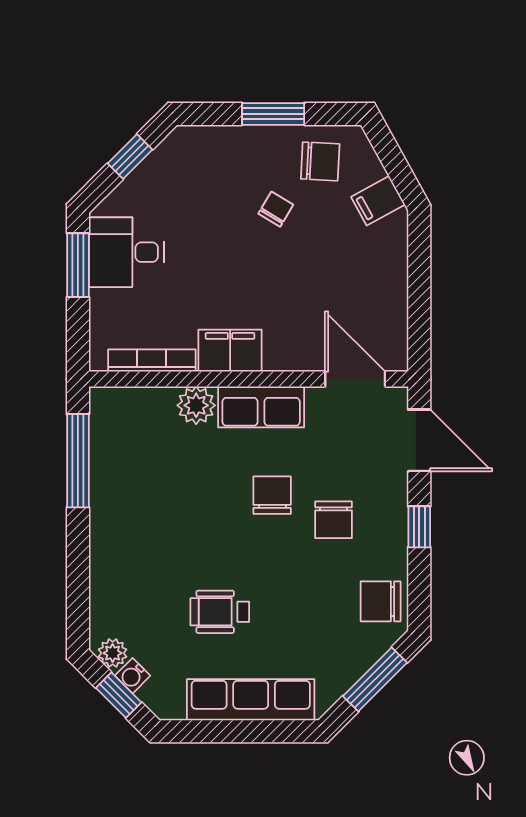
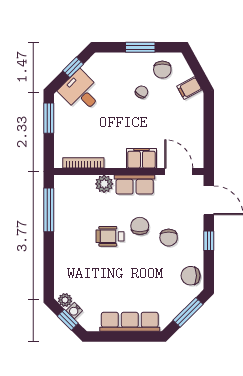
chair: (320, 161) -> (162, 70), turned 87
desk: (126, 252) -> (81, 92), moved, turned 45
filing cabinet: (230, 351) -> (141, 158), moved
wheelchair: (220, 612) -> (110, 236), moved

